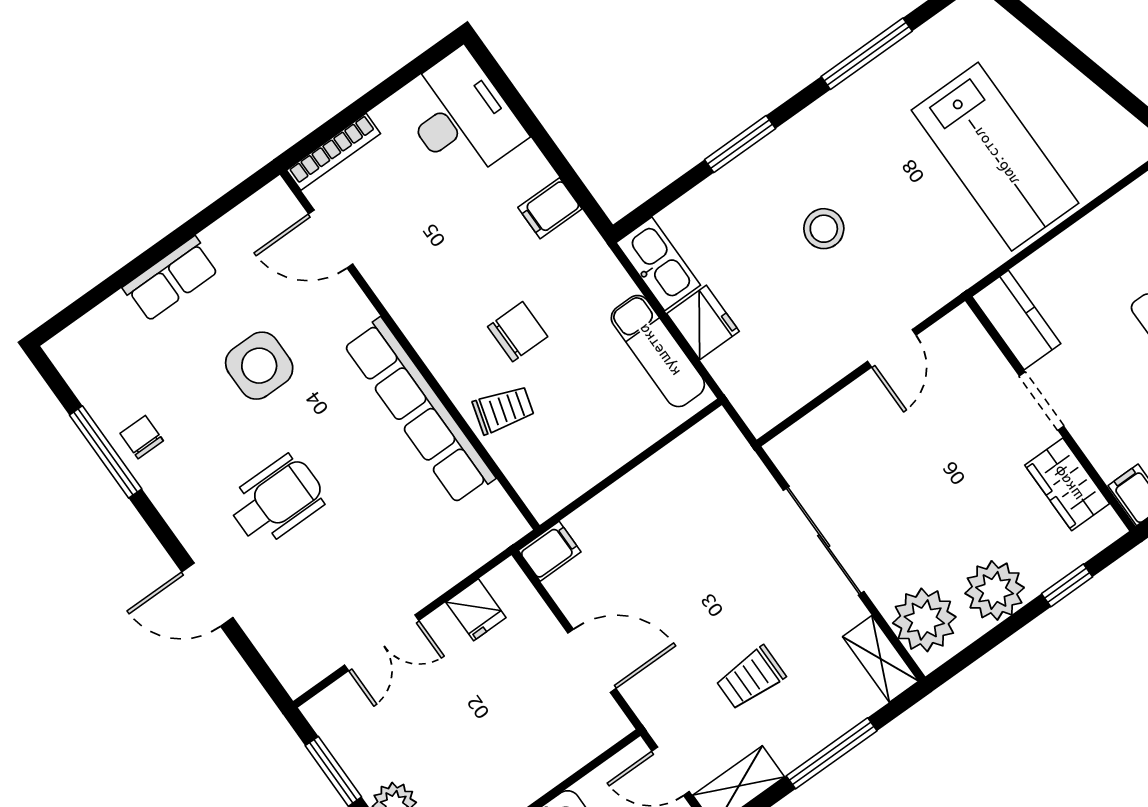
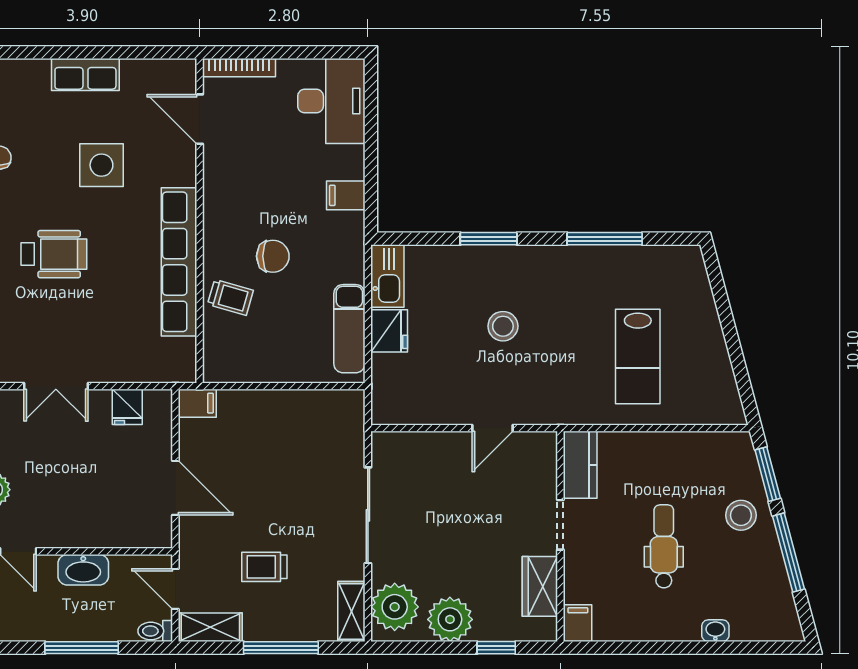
lab bench: (995, 157) -> (638, 357), width x0.73, depth x0.72

